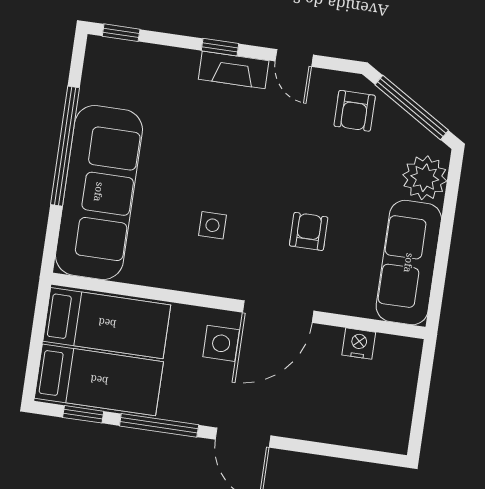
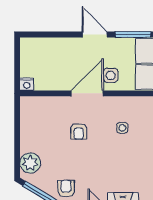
sofa: (409, 263) -> (32, 124), removed
nightstand: (359, 344) -> (27, 84), moved

